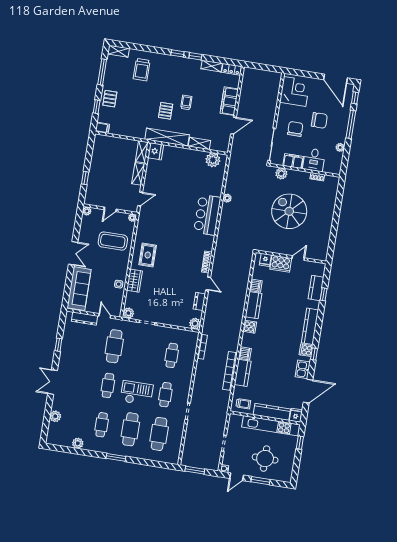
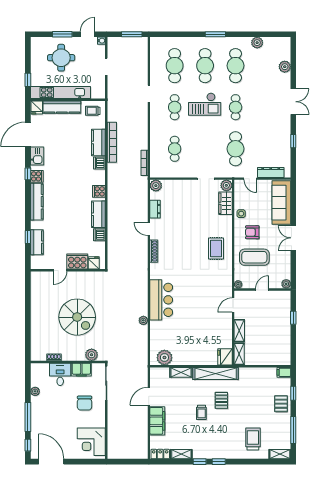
chair: (319, 120) -> (61, 416), removed
armchair: (111, 265) -> (252, 232), added
wardrobe: (134, 281) -> (225, 203), moved
cafe table: (102, 425) -> (236, 66), width x1.37, depth x1.35

